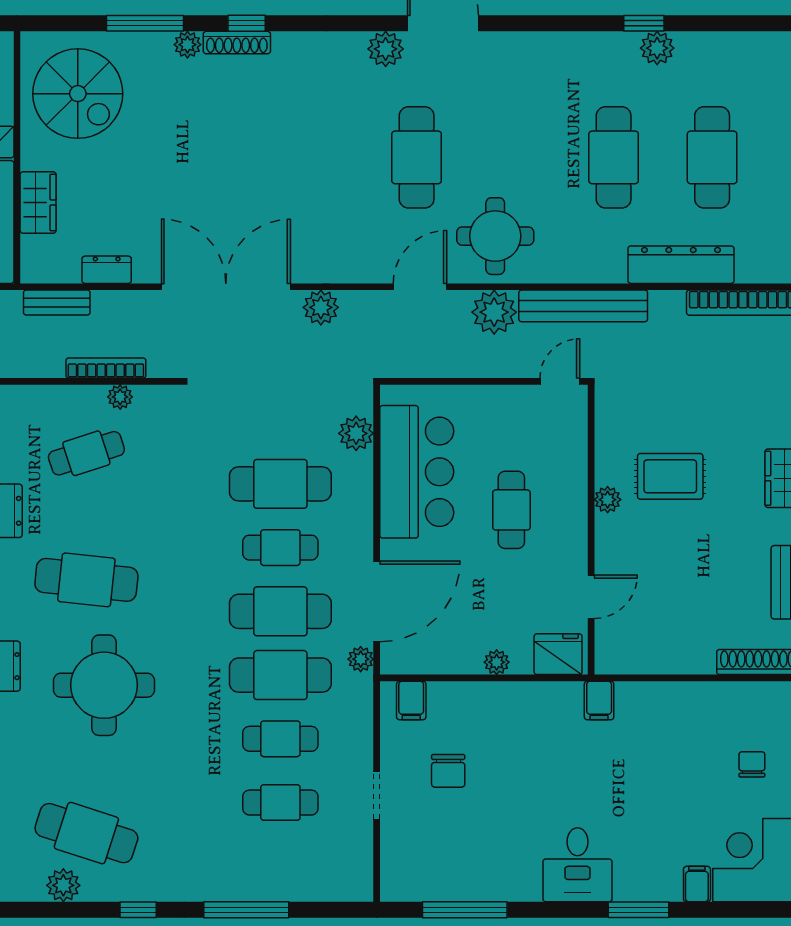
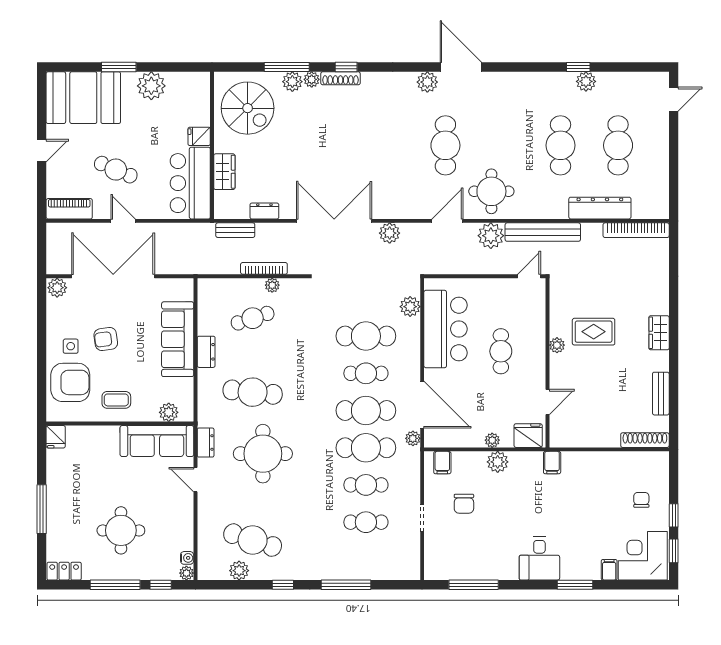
plant: (155, 48) -> (292, 82), added
door: (377, 601) -> (422, 405), hinge flipped
plant: (506, 699) -> (498, 462), added

